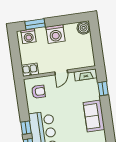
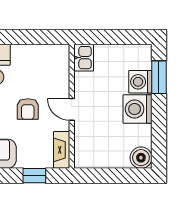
washing machine: (29, 36) -> (140, 82), moved
armchair: (38, 92) -> (28, 109), moved

